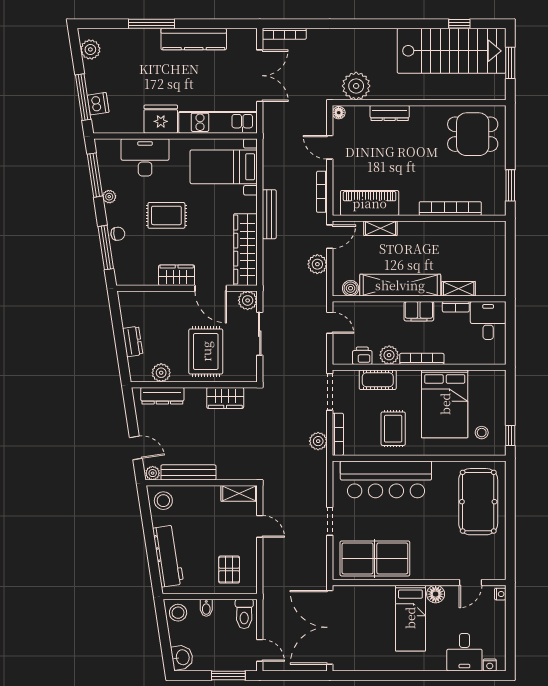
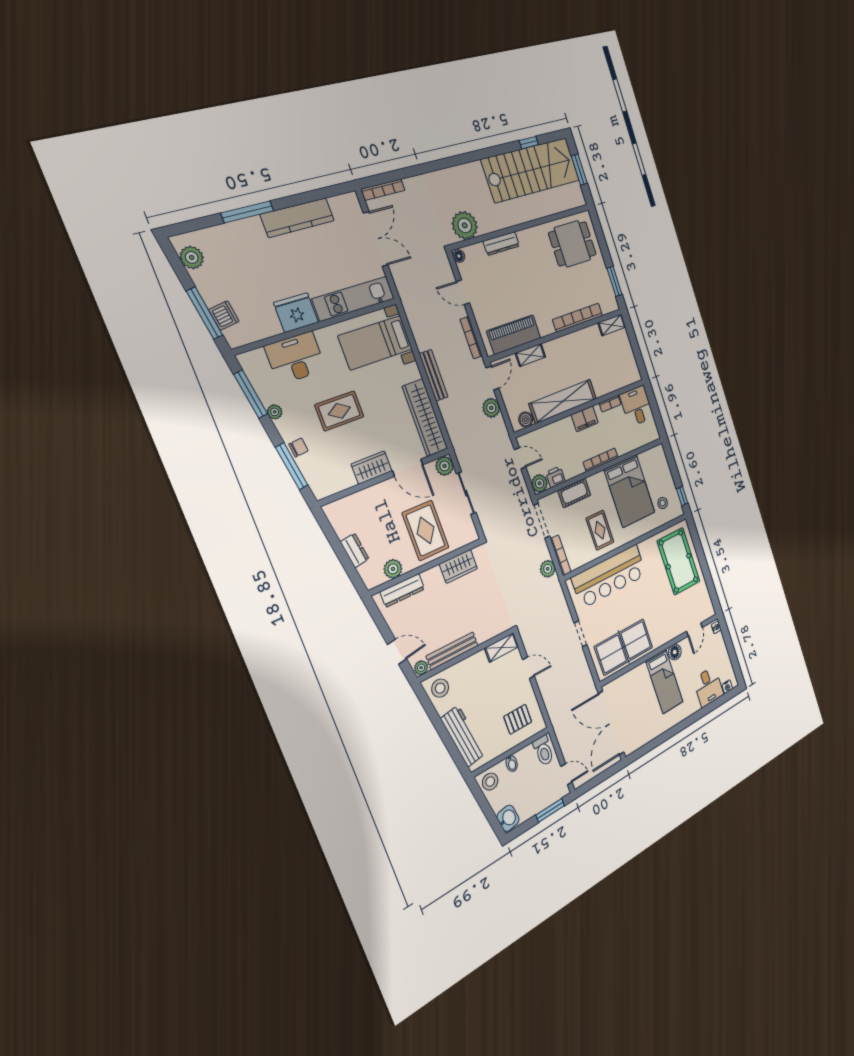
shelving: (459, 289) -> (612, 325), moved
plant: (389, 355) -> (540, 483), moved
pallet: (229, 570) -> (518, 719), turned 90

